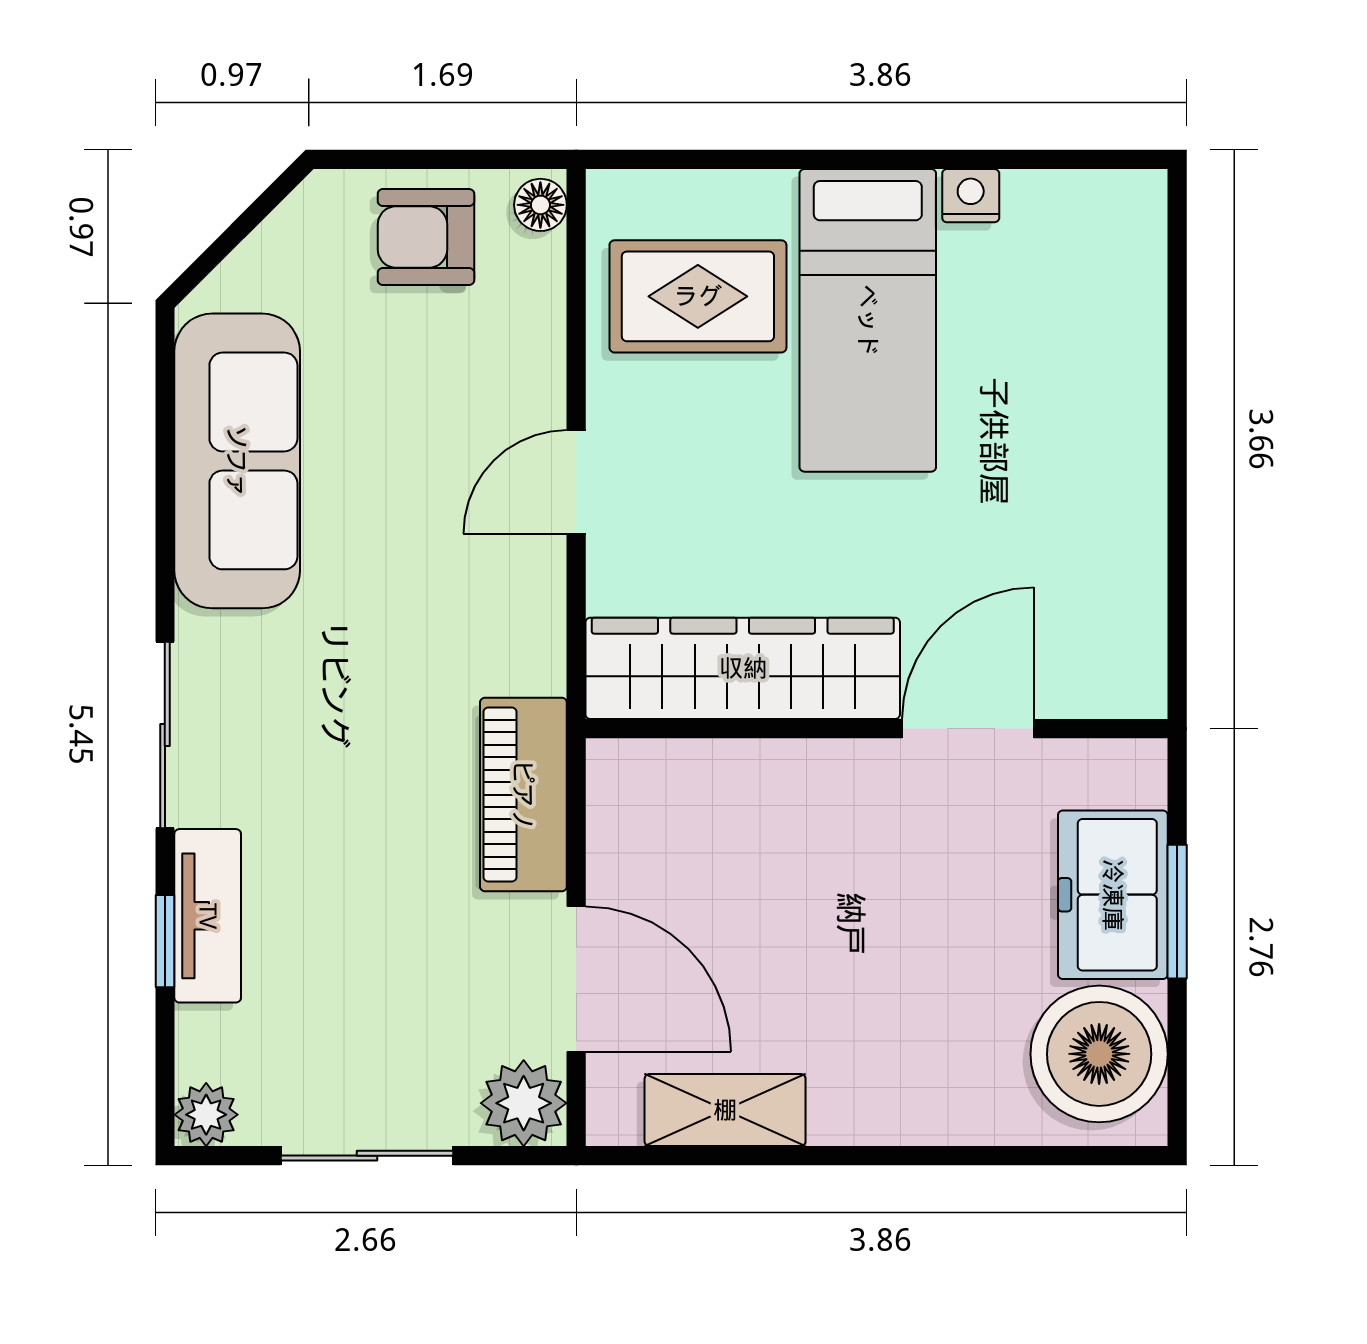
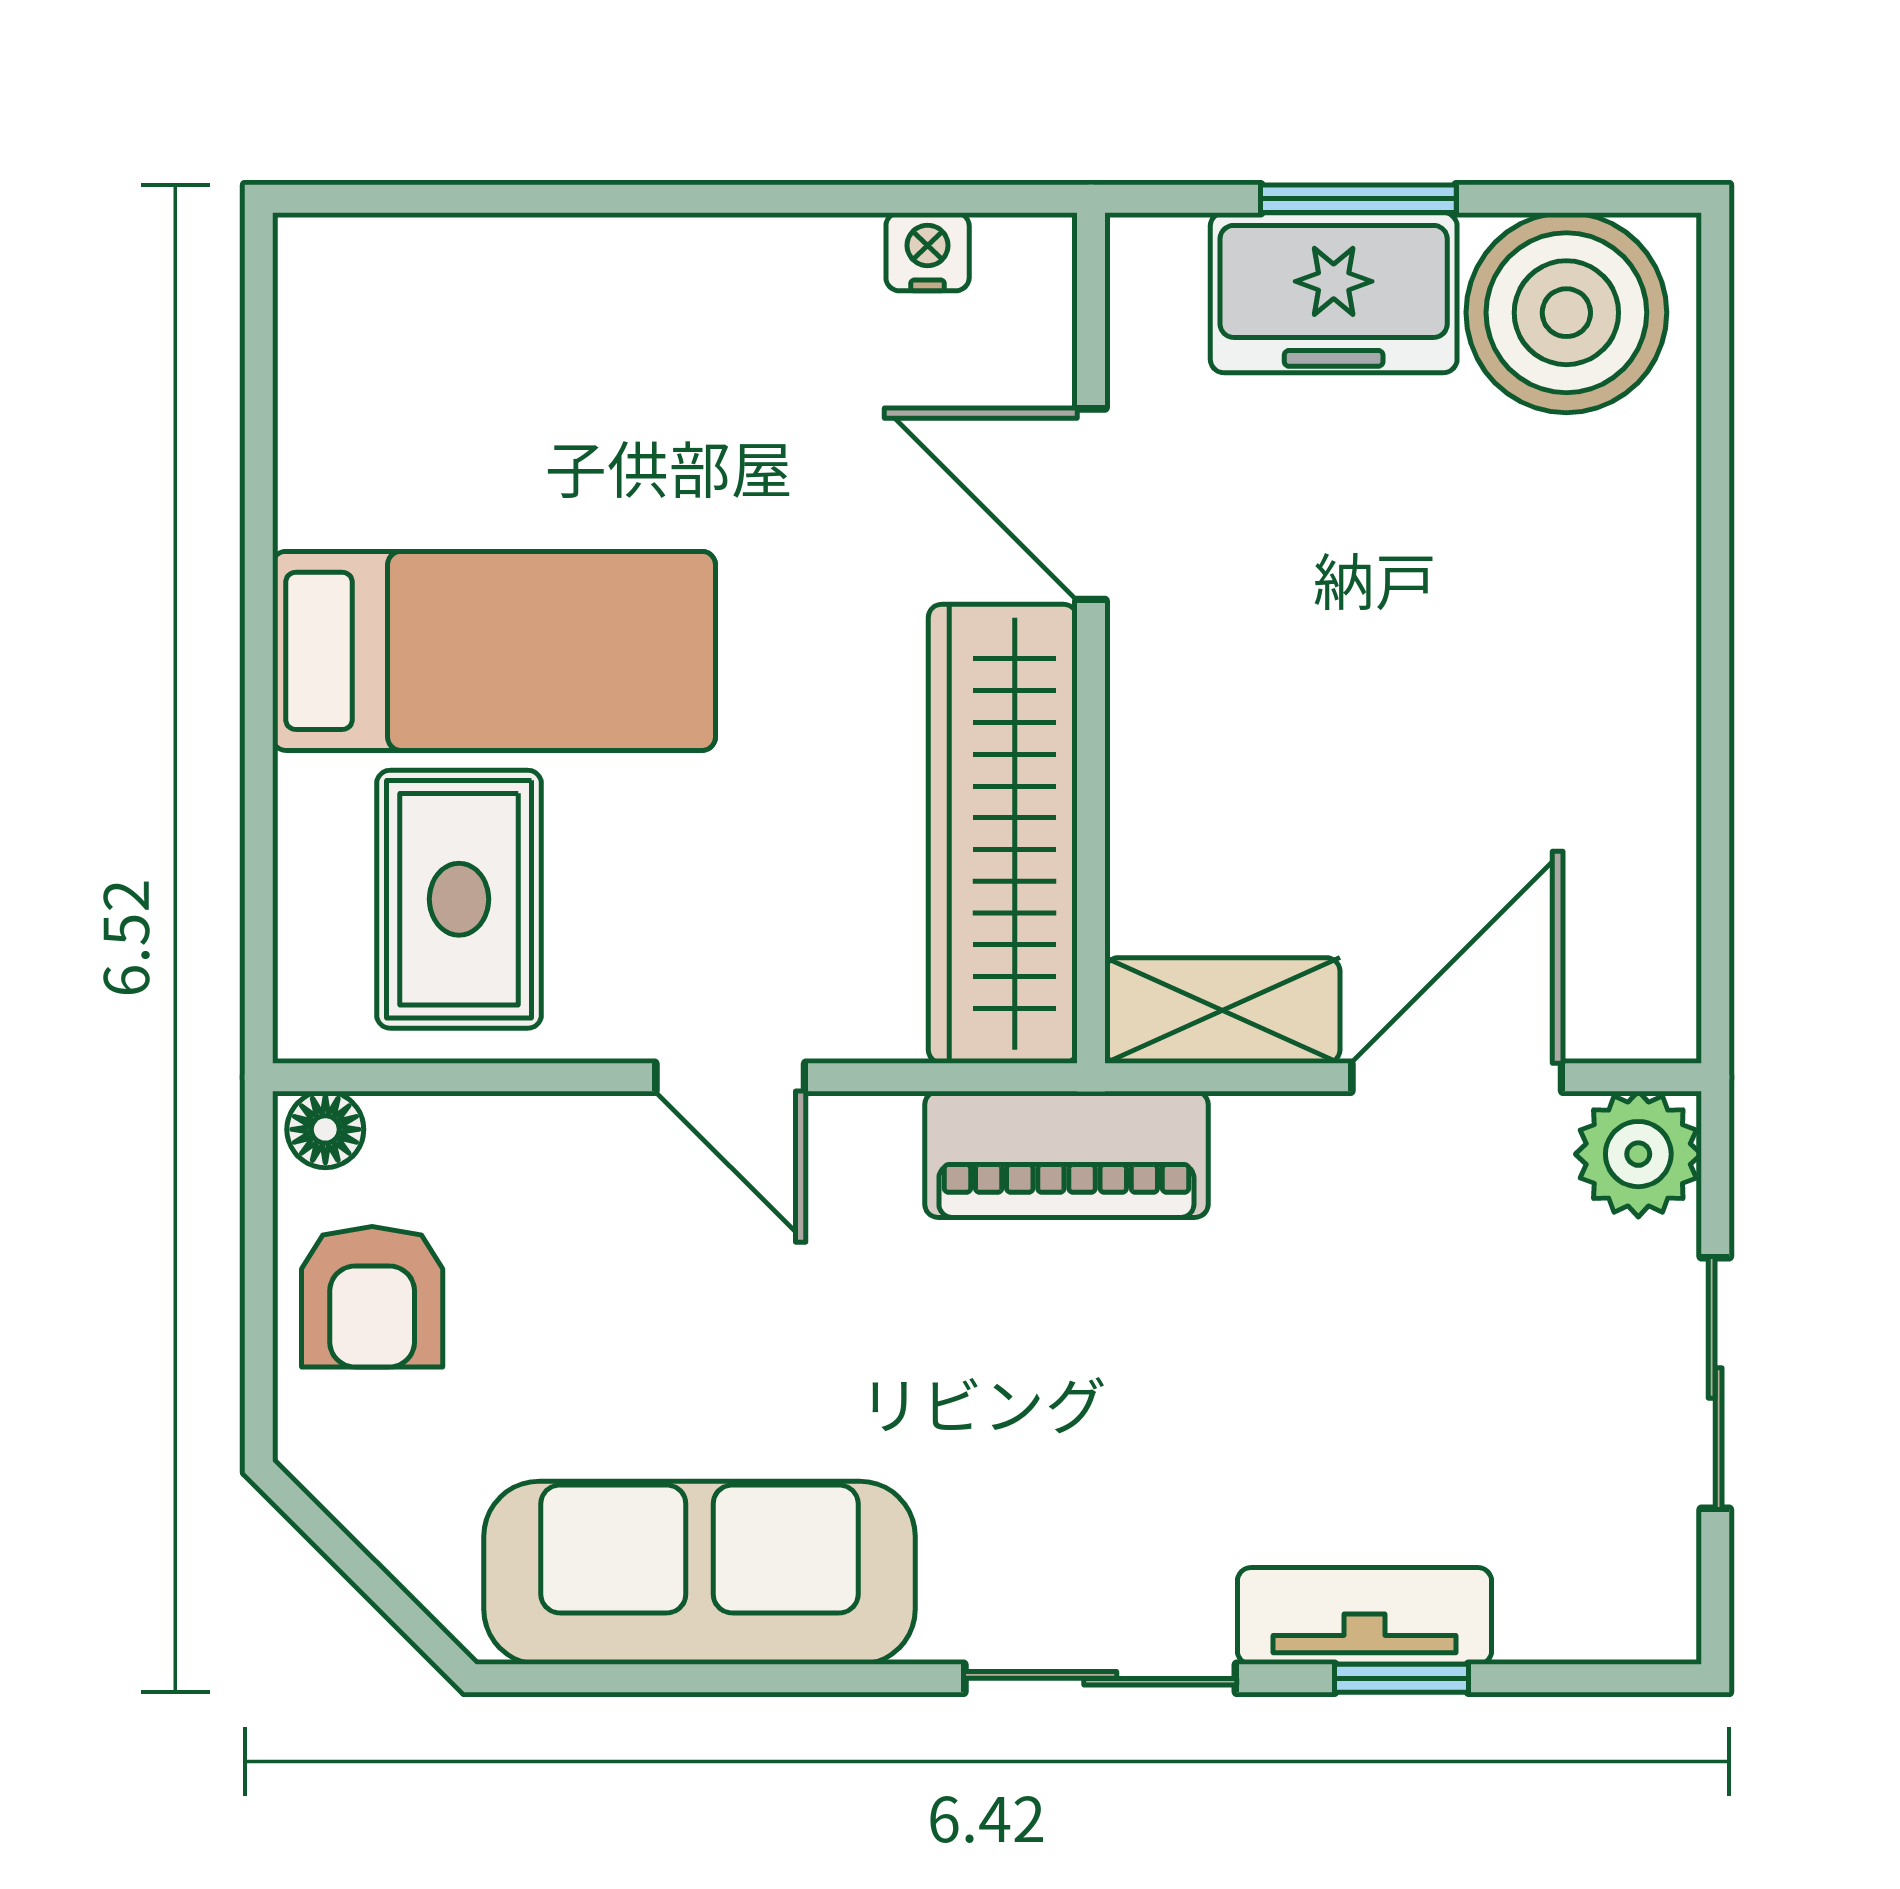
nightstand: (971, 196) -> (928, 252), moved, turned 90
piano: (523, 795) -> (1066, 1154), moved
shelving: (725, 1110) -> (1222, 1010), moved, turned 90
plant: (206, 1115) -> (1655, 1618), removed

